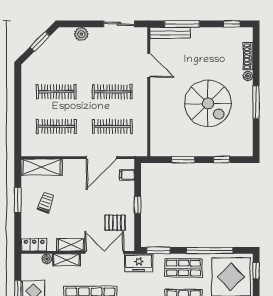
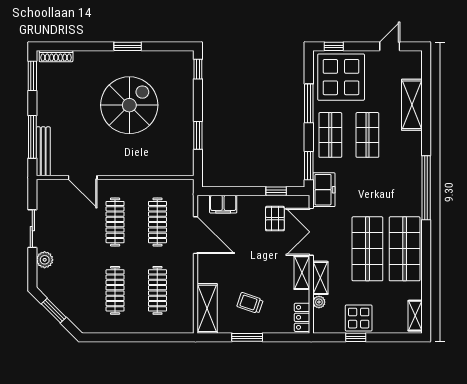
sliding door: (119, 24) -> (32, 229), moved
window: (232, 24) -> (32, 76), width x1.50
shoe rack: (248, 56) -> (56, 56), moved
door: (149, 65) -> (83, 177), swing flipped
plant: (248, 76) -> (96, 57), removed
window: (256, 102) -> (128, 46), width x0.69
window: (222, 160) -> (198, 69), moved
filing cabinet: (127, 175) -> (223, 204), width x2.00
window: (138, 205) -> (276, 191), moved
window: (210, 250) -> (309, 103), width x0.68

